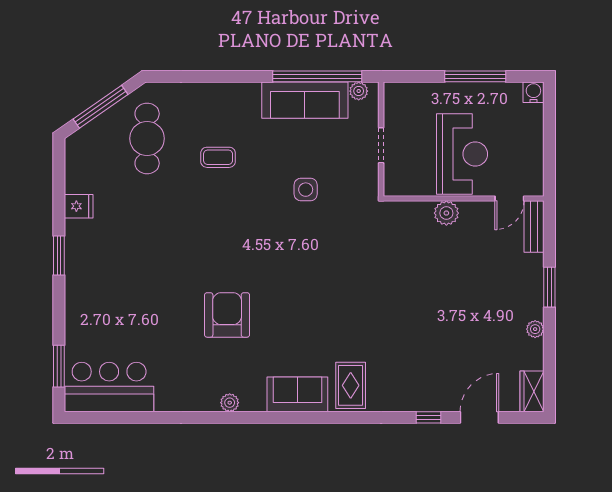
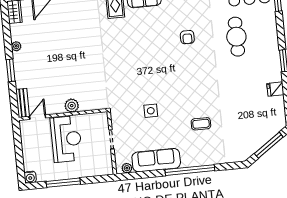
window: (317, 76) -> (190, 170), moved
cafe table: (147, 138) -> (236, 37), moved
reception desk: (462, 154) -> (66, 139), turned 180
armchair: (227, 315) -> (187, 37), width x0.53, depth x0.53

